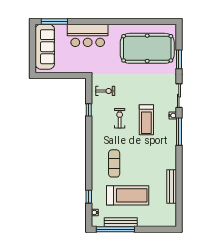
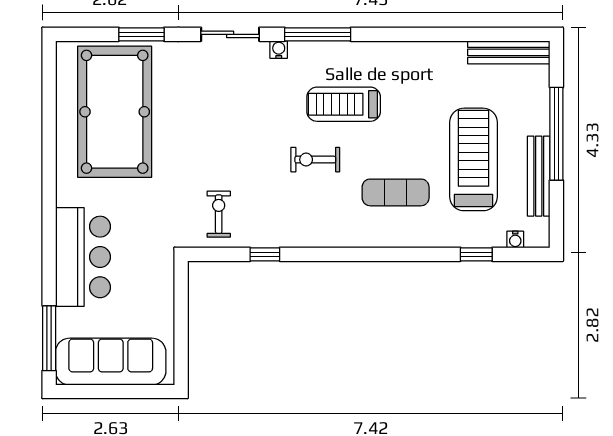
exercise bike: (120, 118) -> (315, 160), moved
treadmill: (146, 120) -> (344, 104), moved, turned 180
bench: (172, 187) -> (509, 52), moved
window: (115, 229) -> (556, 134), moved

